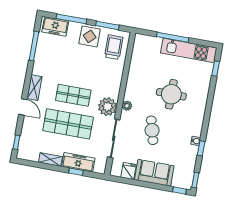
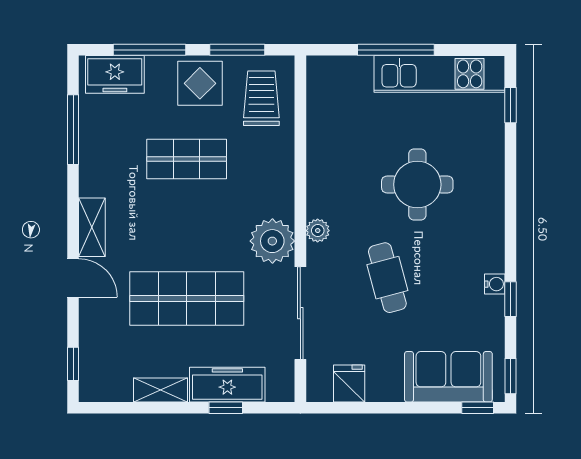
shop shelf: (73, 95) -> (187, 159), moved
sofa: (154, 173) -> (448, 377), moved

